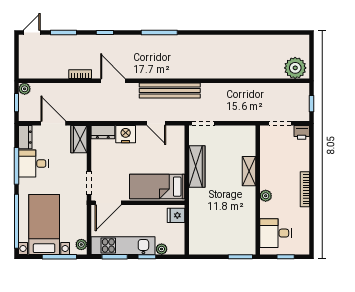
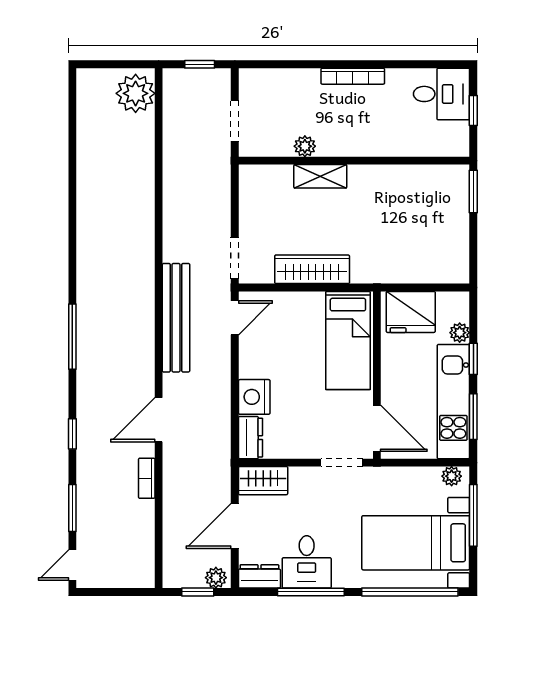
door: (32, 33) -> (72, 565), hinge flipped
plant: (25, 89) -> (216, 578), moved
door: (156, 123) -> (235, 318), moved
printer: (302, 132) -> (251, 82), removed
plant: (266, 196) -> (305, 146), moved
fridge: (176, 215) -> (411, 312), width x1.88, depth x1.34
desk: (275, 233) -> (442, 94), moved, turned -90

